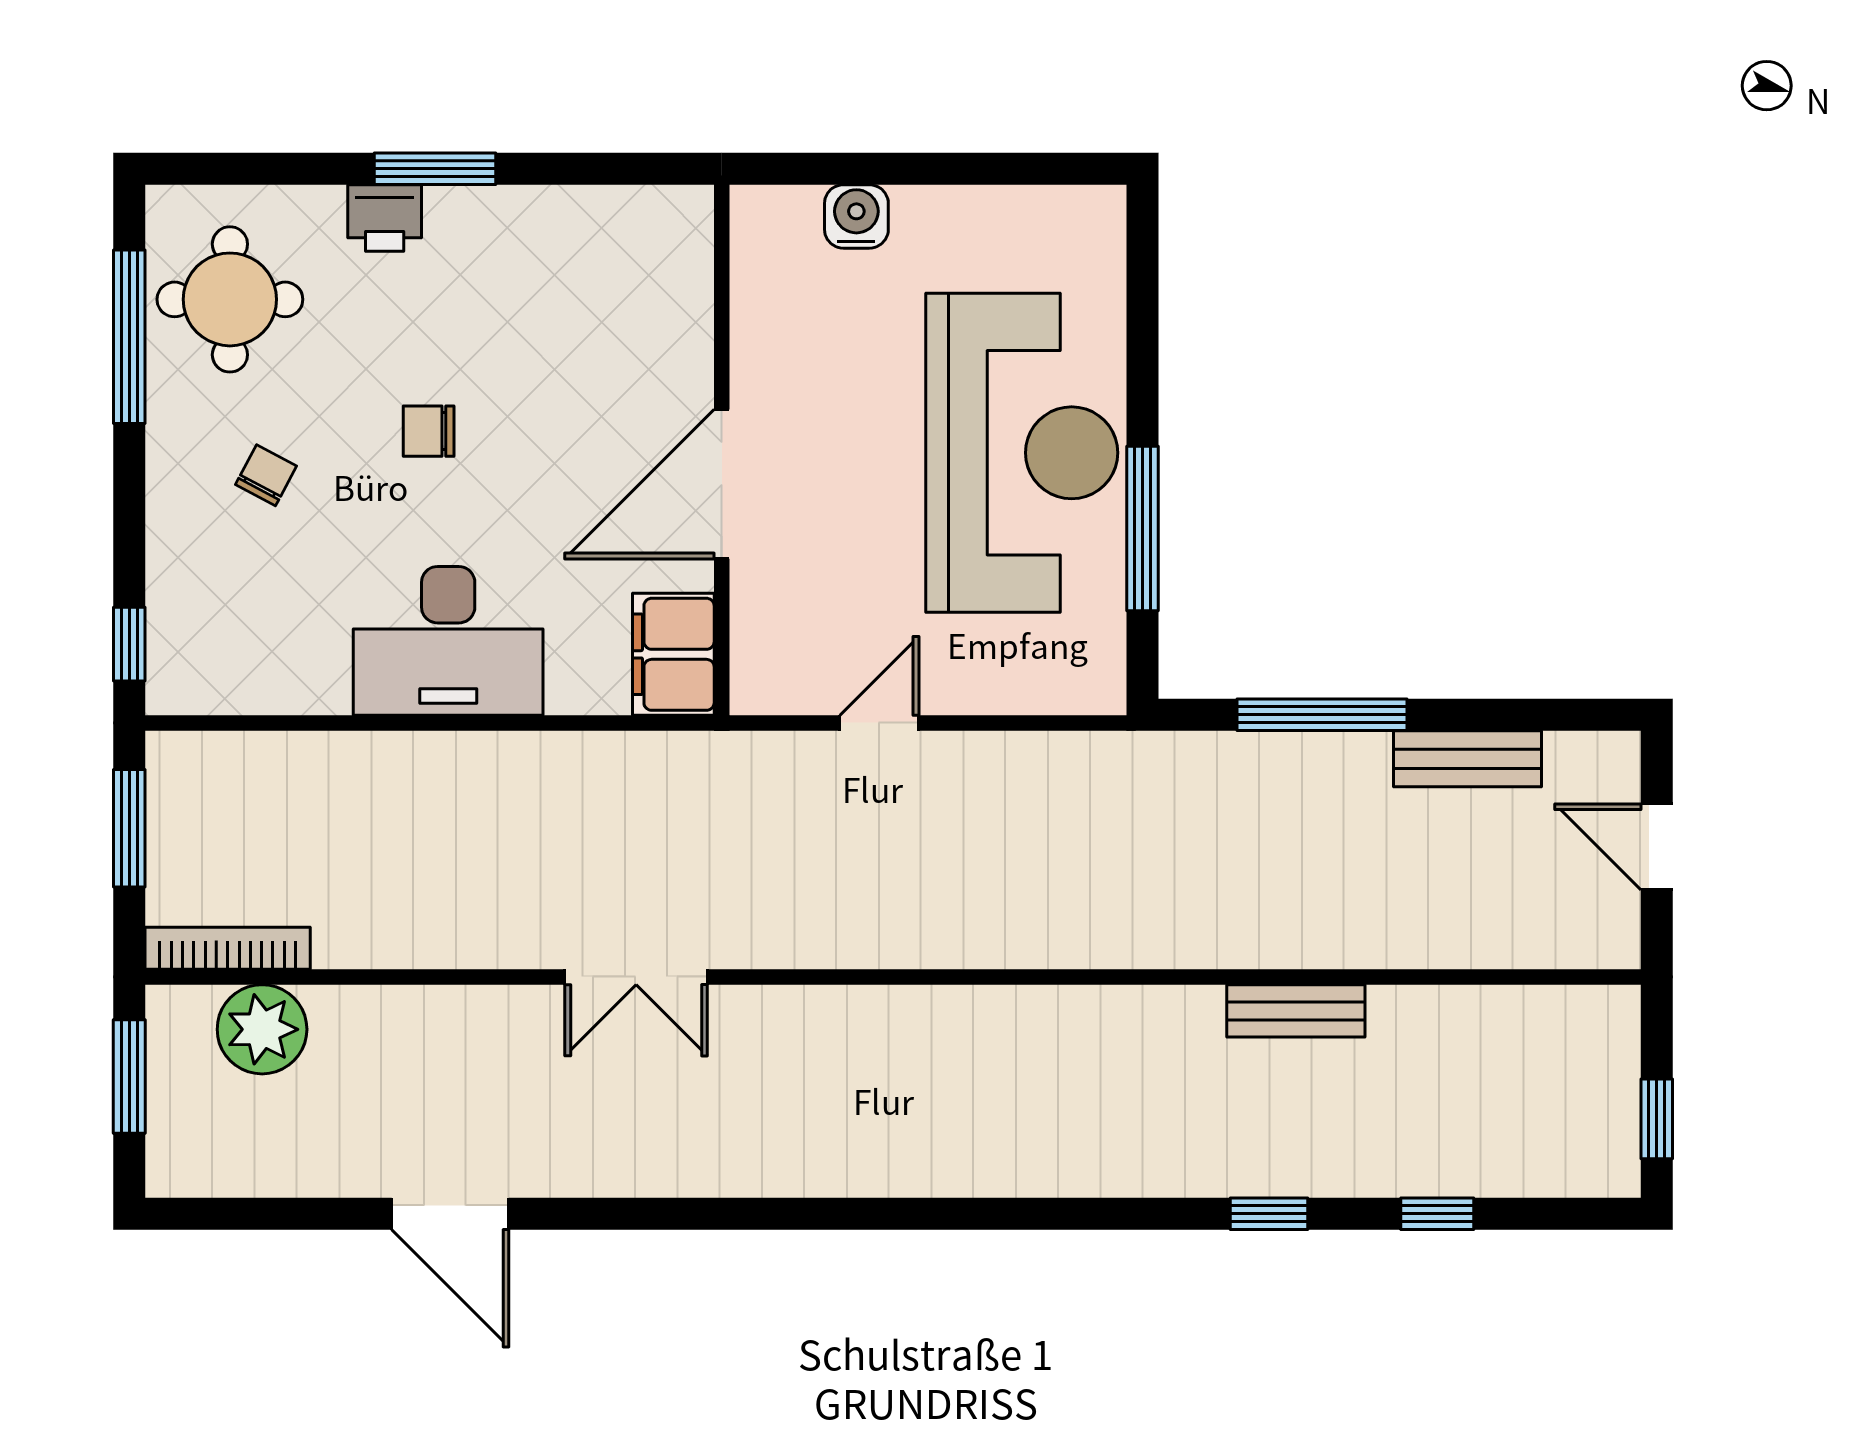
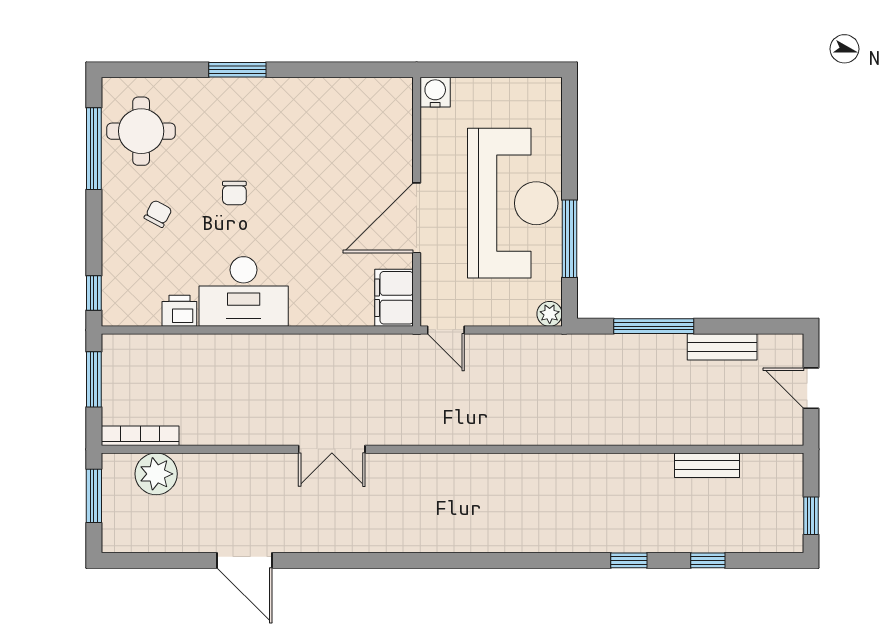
printer: (385, 218) -> (179, 311), moved, turned 180
chair: (429, 431) -> (234, 193), turned -90
wall: (722, 450) -> (417, 202), moved
door: (722, 484) -> (417, 218), moved
filing cabinet: (673, 654) -> (394, 298), moved
plant: (1100, 689) -> (550, 314), added
door: (879, 723) -> (446, 330), swing flipped
bench: (1296, 1011) -> (707, 465), moved

